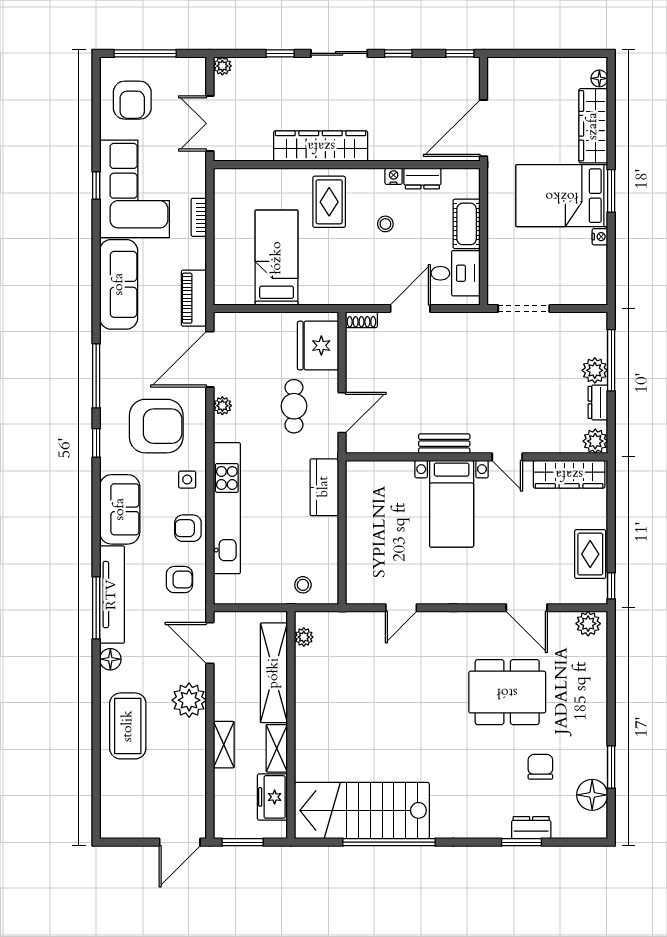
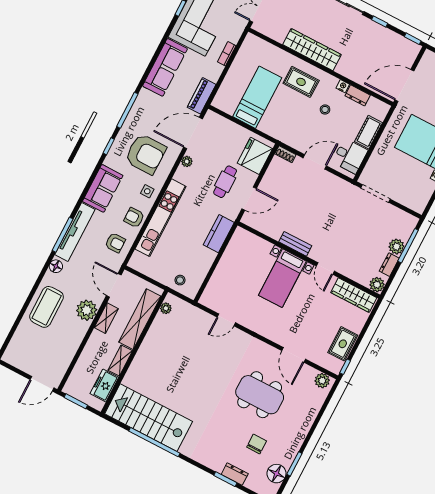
rug: (329, 202) -> (301, 82), turned 90
shelving: (224, 745) -> (106, 318), moved

